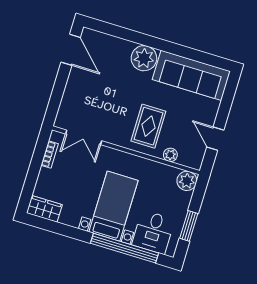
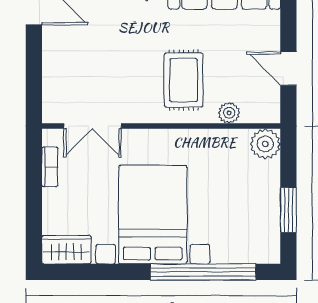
bed with nightstands: (113, 206) -> (153, 215), width x1.36
desk: (153, 232) -> (238, 235), removed

